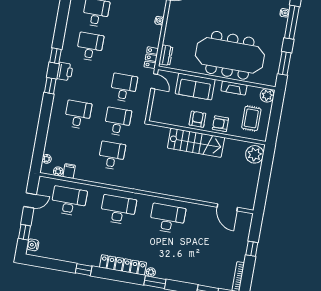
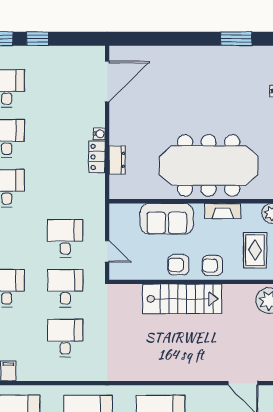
dresser: (166, 55) -> (117, 160), moved
locker: (151, 58) -> (97, 157), moved
door: (154, 81) -> (107, 251), moved
armchair: (197, 119) -> (178, 265), turned -90

